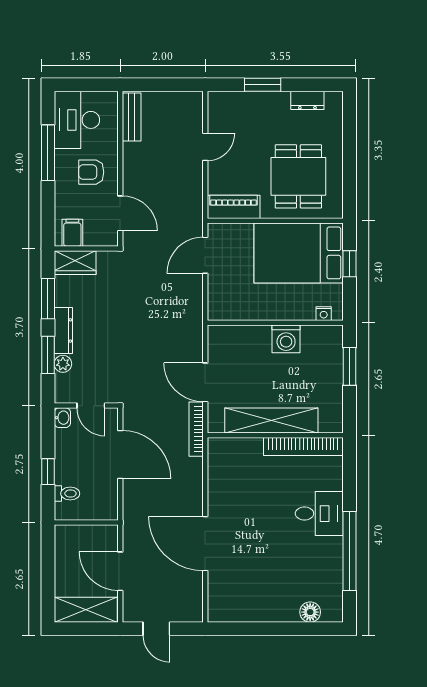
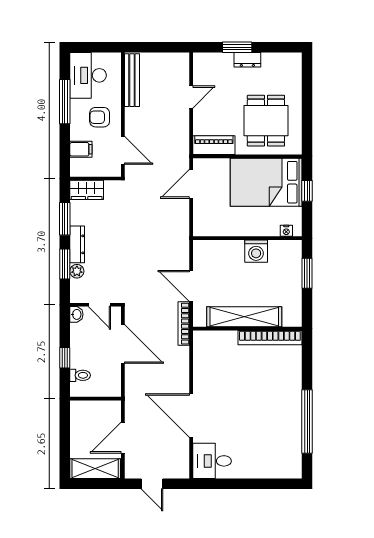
dresser: (307, 100) -> (247, 60), moved
bench: (132, 117) -> (132, 80), width x1.36
filing cabinet: (72, 233) -> (81, 149), moved, turned 90
desk: (319, 514) -> (212, 461), moved, turned 180
door: (120, 571) -> (123, 438), hinge flipped
floor lamp: (310, 612) -> (275, 470), removed

